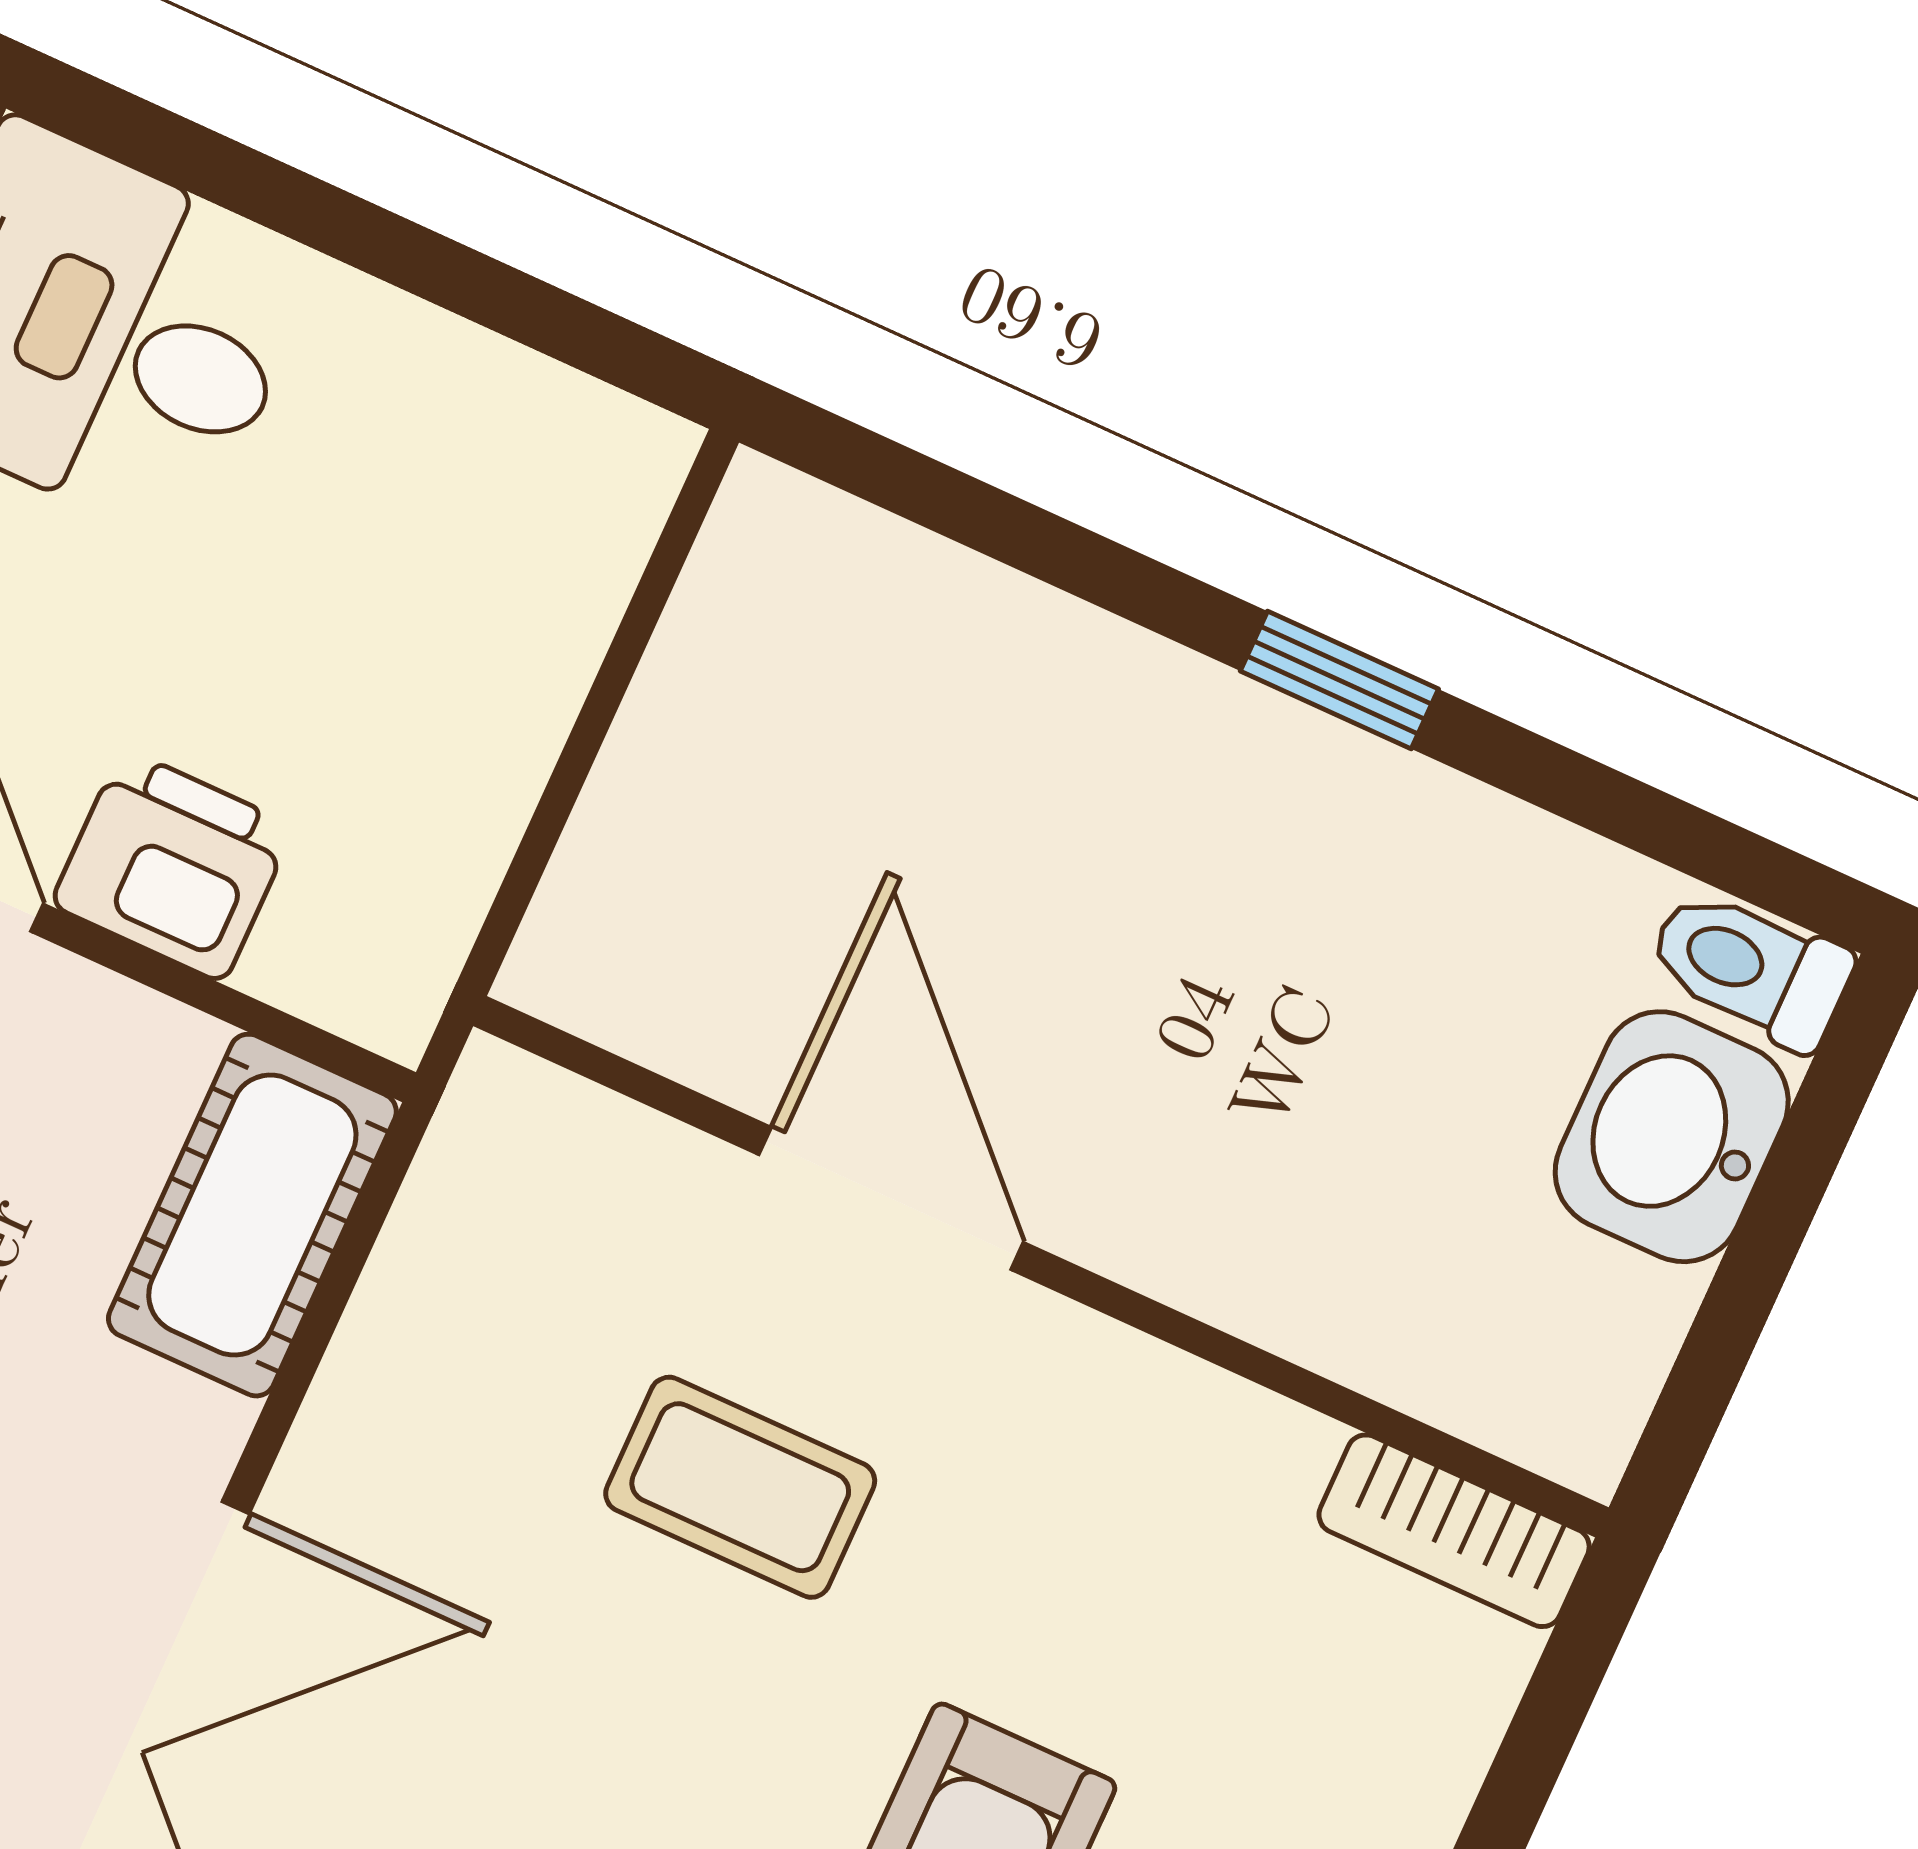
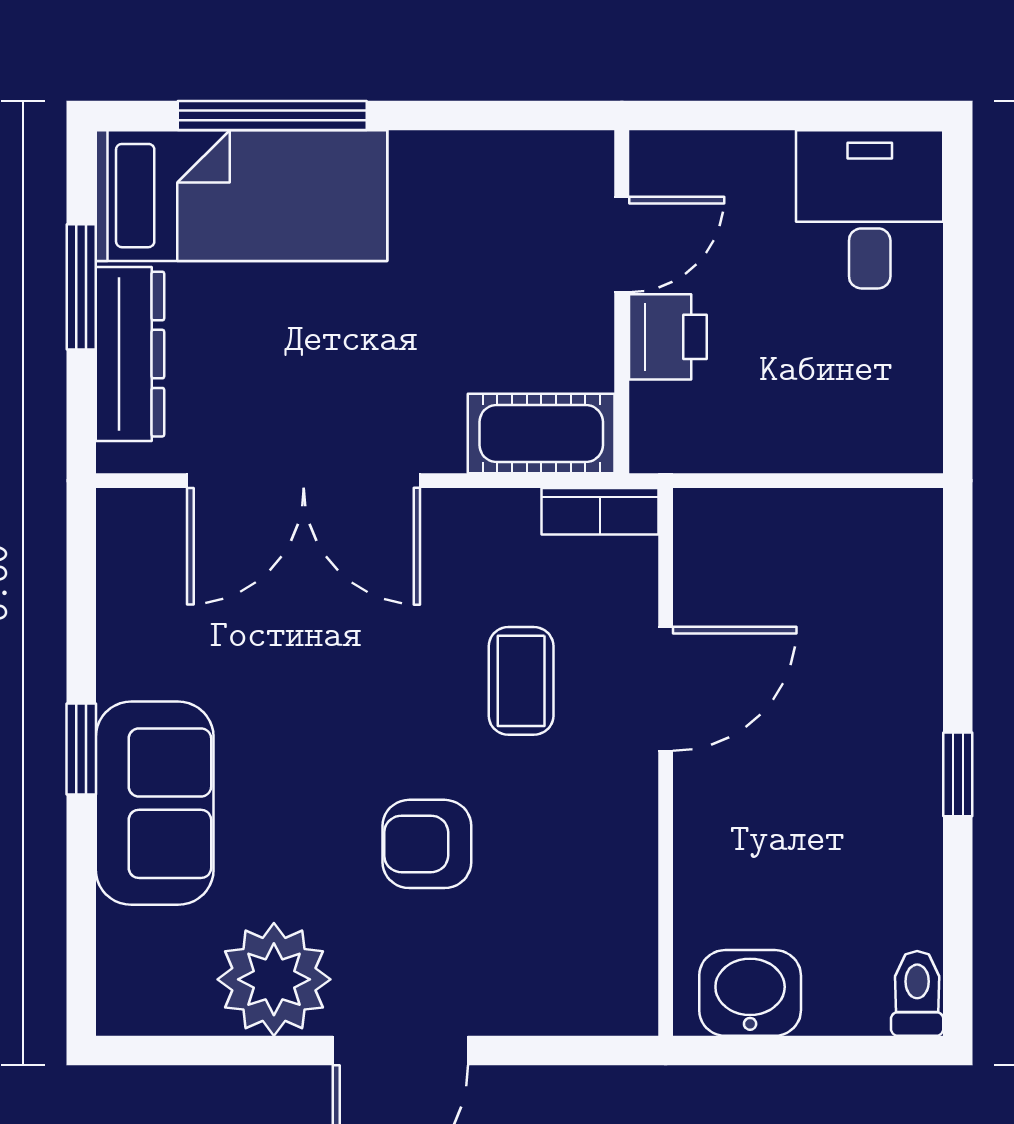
washbasin: (1672, 1137) -> (750, 993), moved
bookcase: (1454, 1531) -> (600, 511), moved, turned -90

